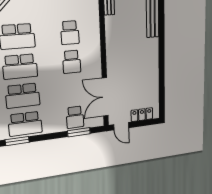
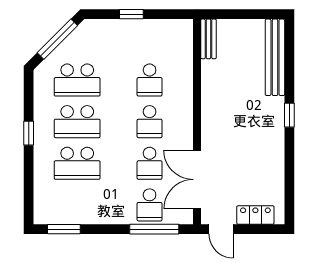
window: (162, 49) -> (289, 115), added
school desk: (25, 124) -> (150, 163), moved, width x0.54
window: (79, 132) -> (154, 229), width x1.44

